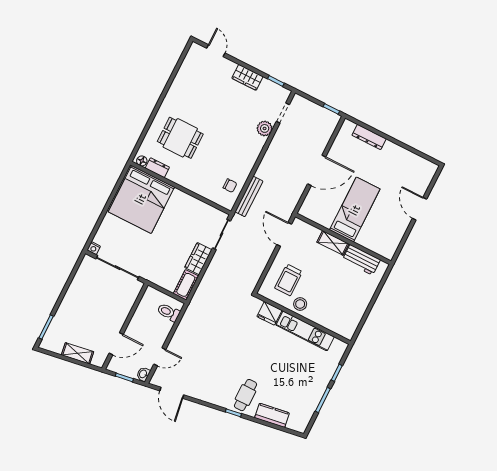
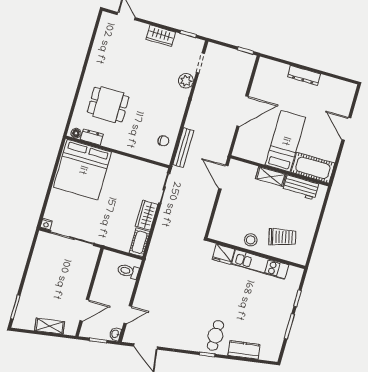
dresser: (369, 137) -> (304, 75), moved
cot: (378, 242) -> (313, 168), added
trolley: (289, 280) -> (282, 237), moved, turned -104

